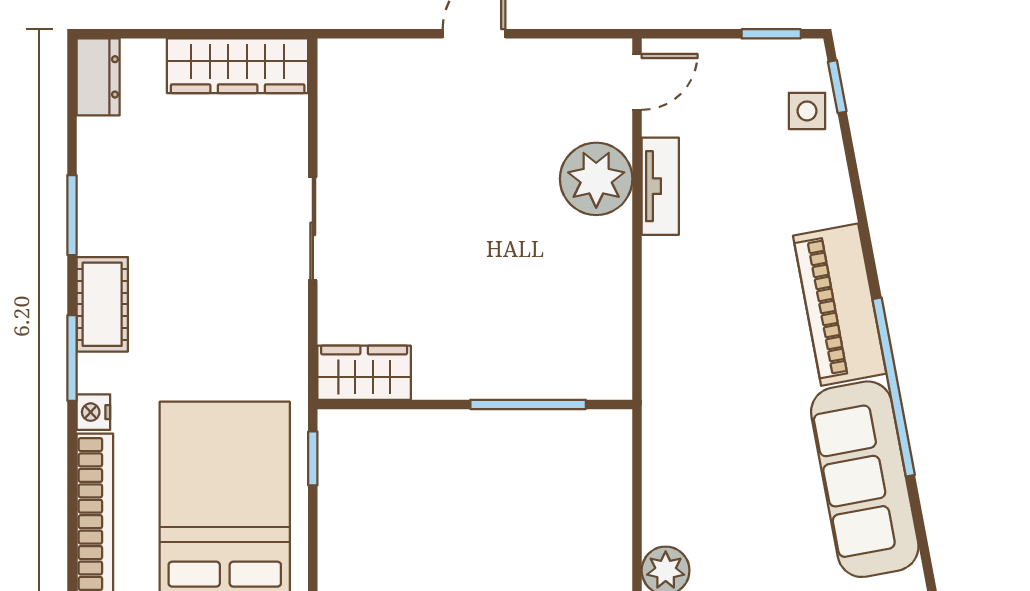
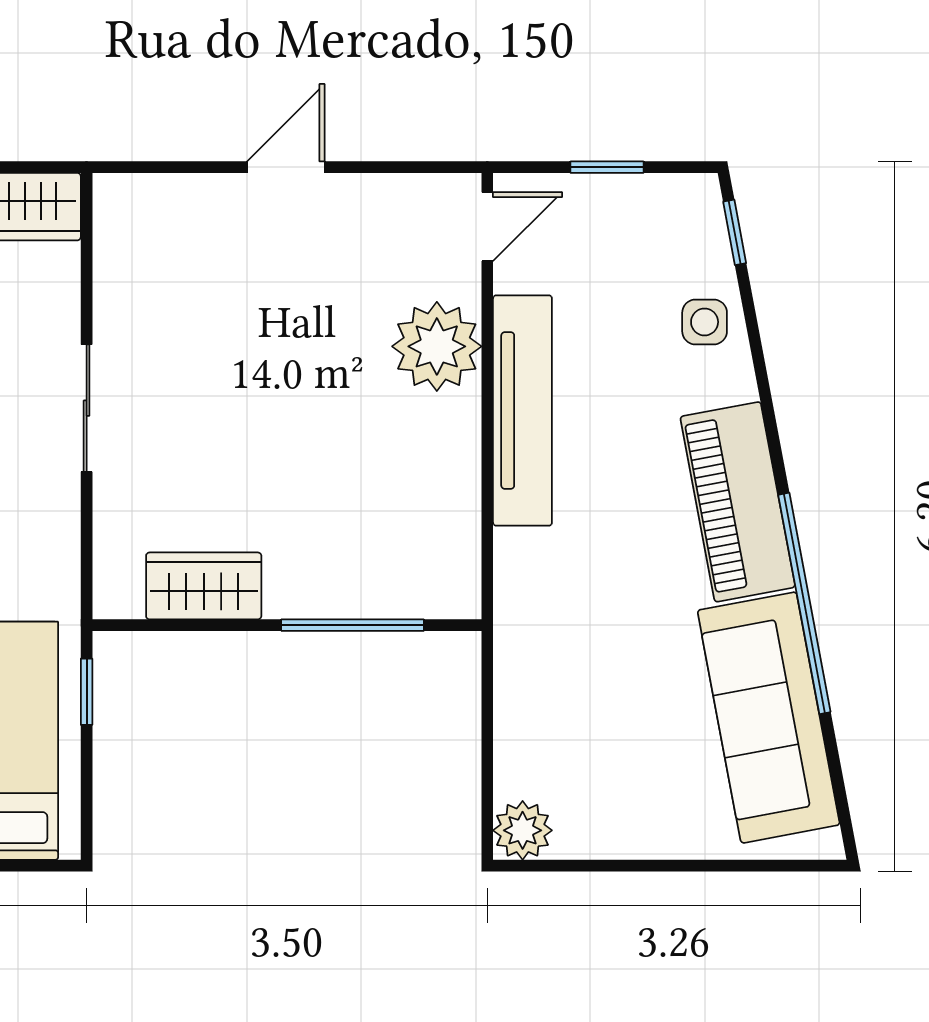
window: (771, 34) -> (607, 167), moved
side table: (807, 111) -> (705, 322), moved
tv unit: (660, 186) -> (522, 411), width x1.92, depth x1.29
wardrobe: (364, 373) -> (204, 586), moved

